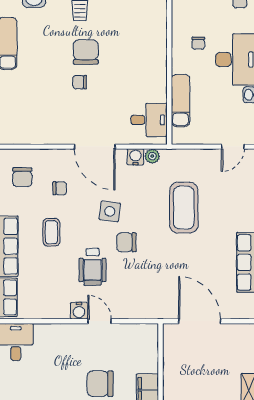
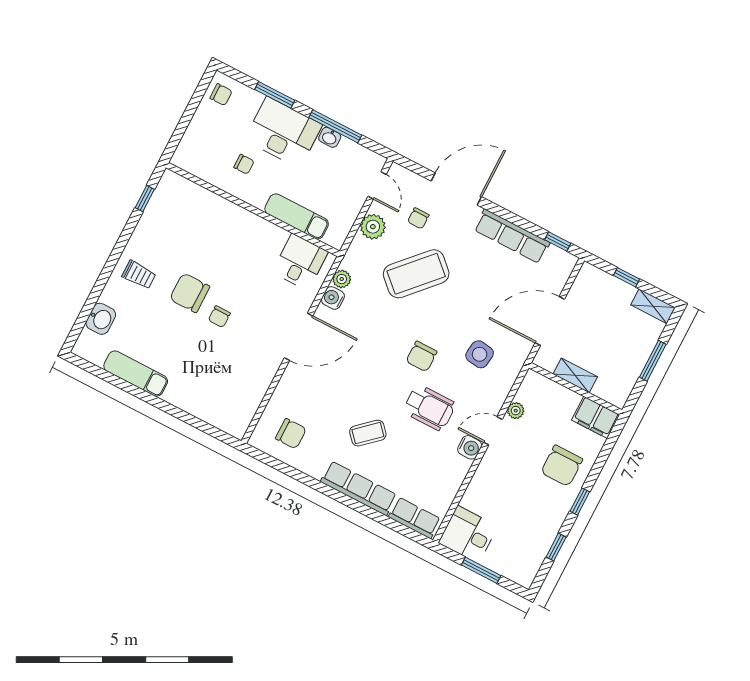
plant: (201, 159) -> (373, 227), added
chair: (60, 188) -> (418, 218), moved, turned 180
coffee table: (184, 208) -> (416, 274), turned -47
side table: (110, 211) -> (480, 354), moved
coffee table: (51, 232) -> (368, 433), turned -42
plant: (123, 330) -> (516, 411), added
shelving: (170, 360) -> (575, 375), added

